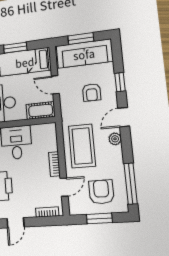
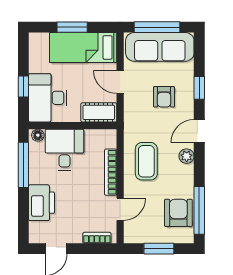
window: (81, 39) -> (157, 27), width x1.44
coffee table: (82, 146) -> (146, 161), width x0.73, depth x0.76
bookcase: (54, 164) -> (111, 172), width x1.56
armchair: (101, 192) -> (178, 213), moved

